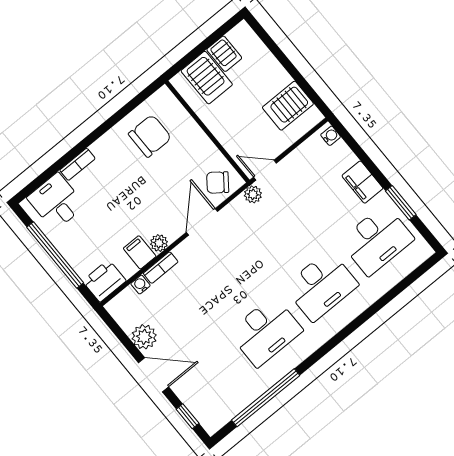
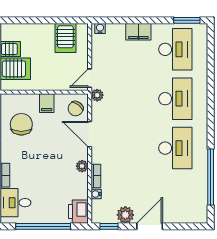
window: (401, 203) -> (187, 20), moved
filing cabinet: (140, 252) -> (47, 103), moved, turned -90
window: (188, 416) -> (109, 226), moved

